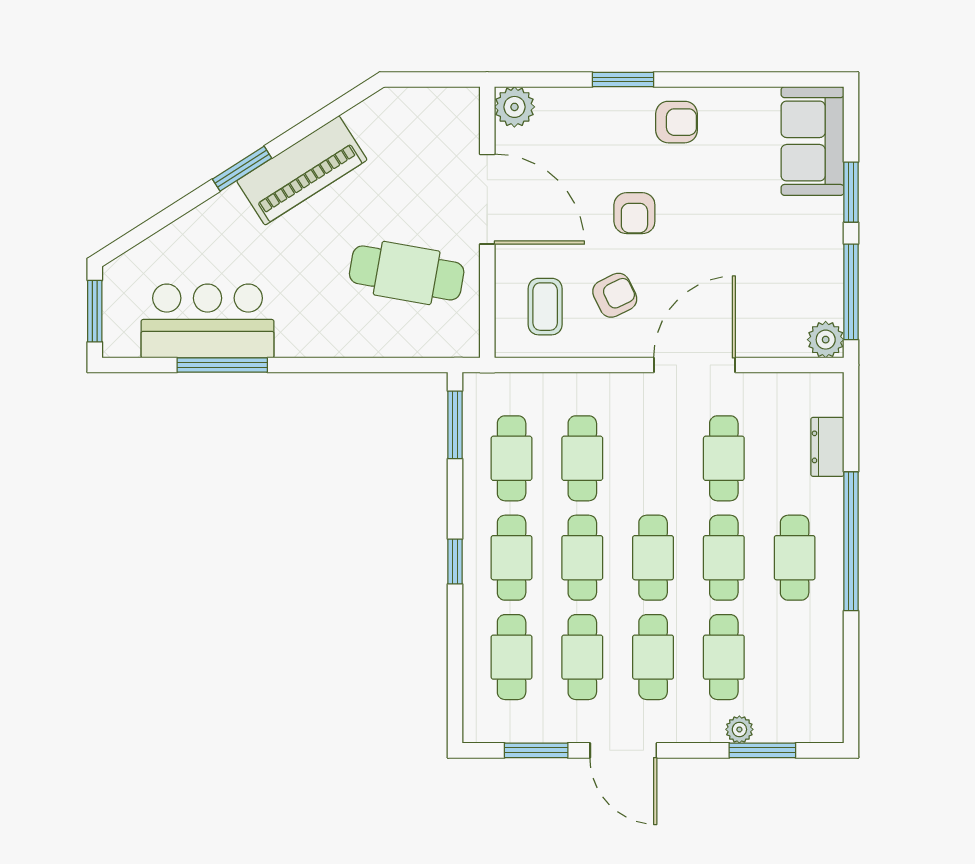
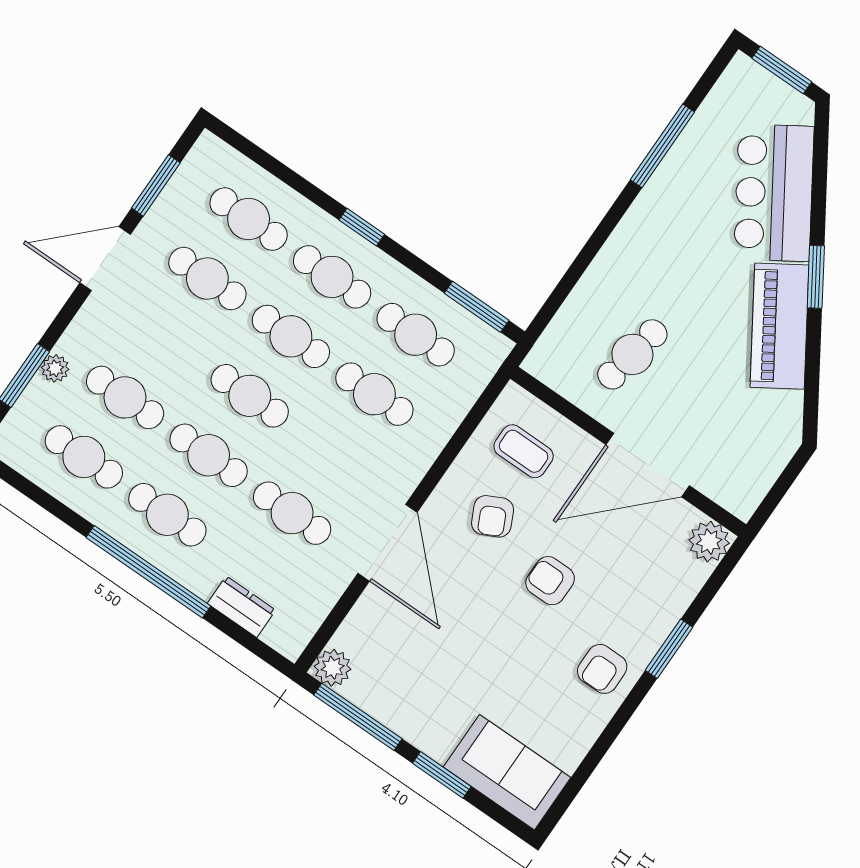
cafe table: (407, 273) -> (632, 354), width x0.73, depth x0.74
bar counter: (208, 321) -> (774, 193), moved, turned 147
cafe table: (653, 657) -> (84, 457), moved

